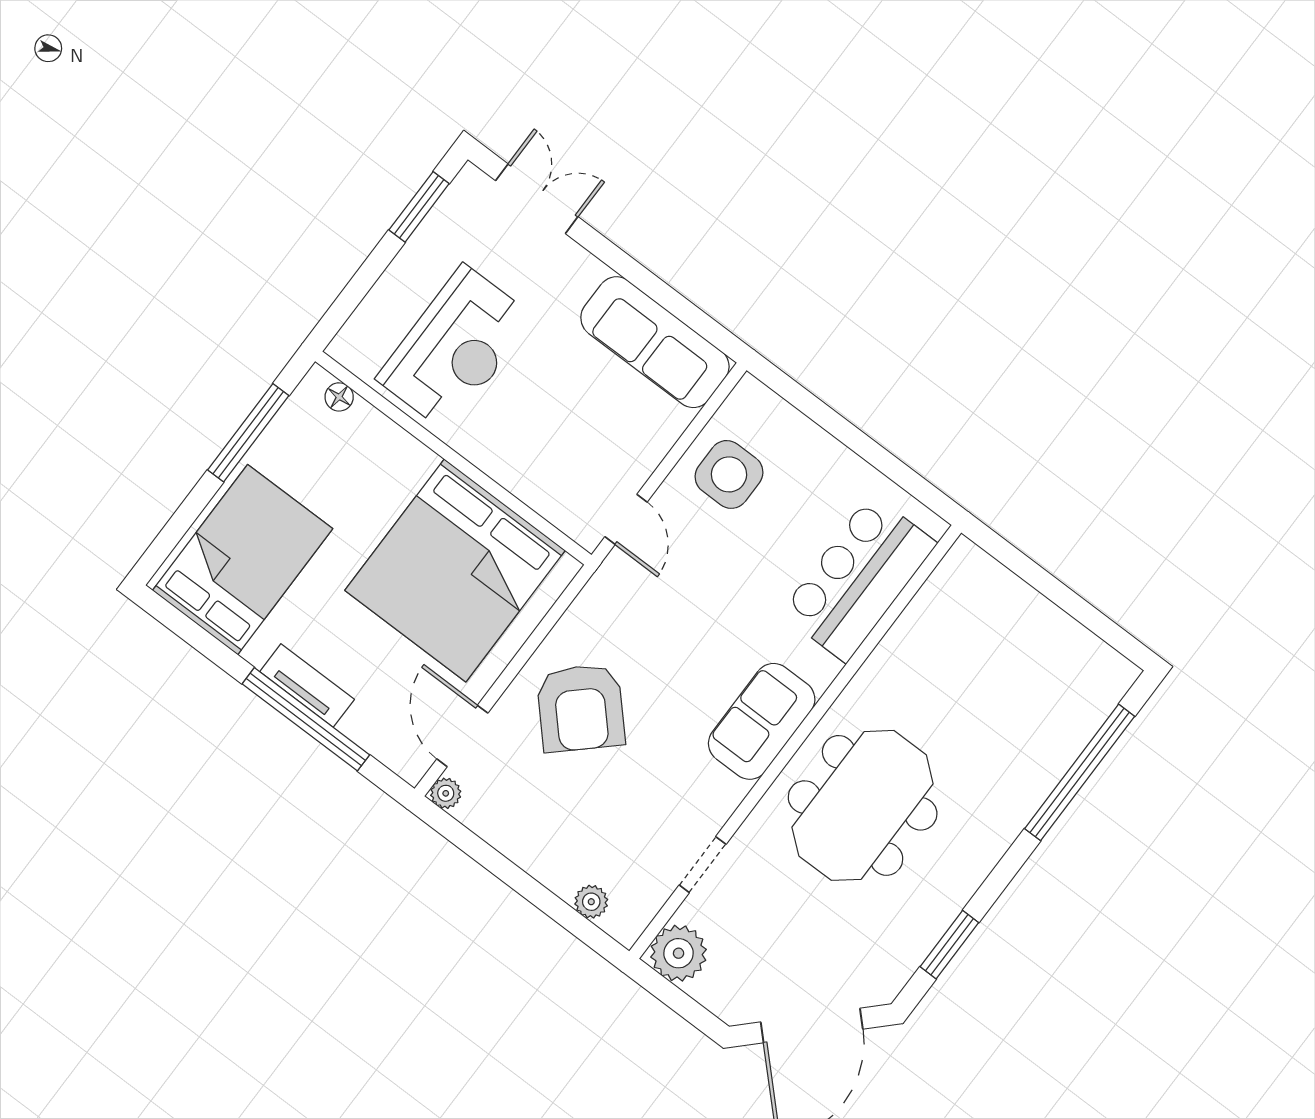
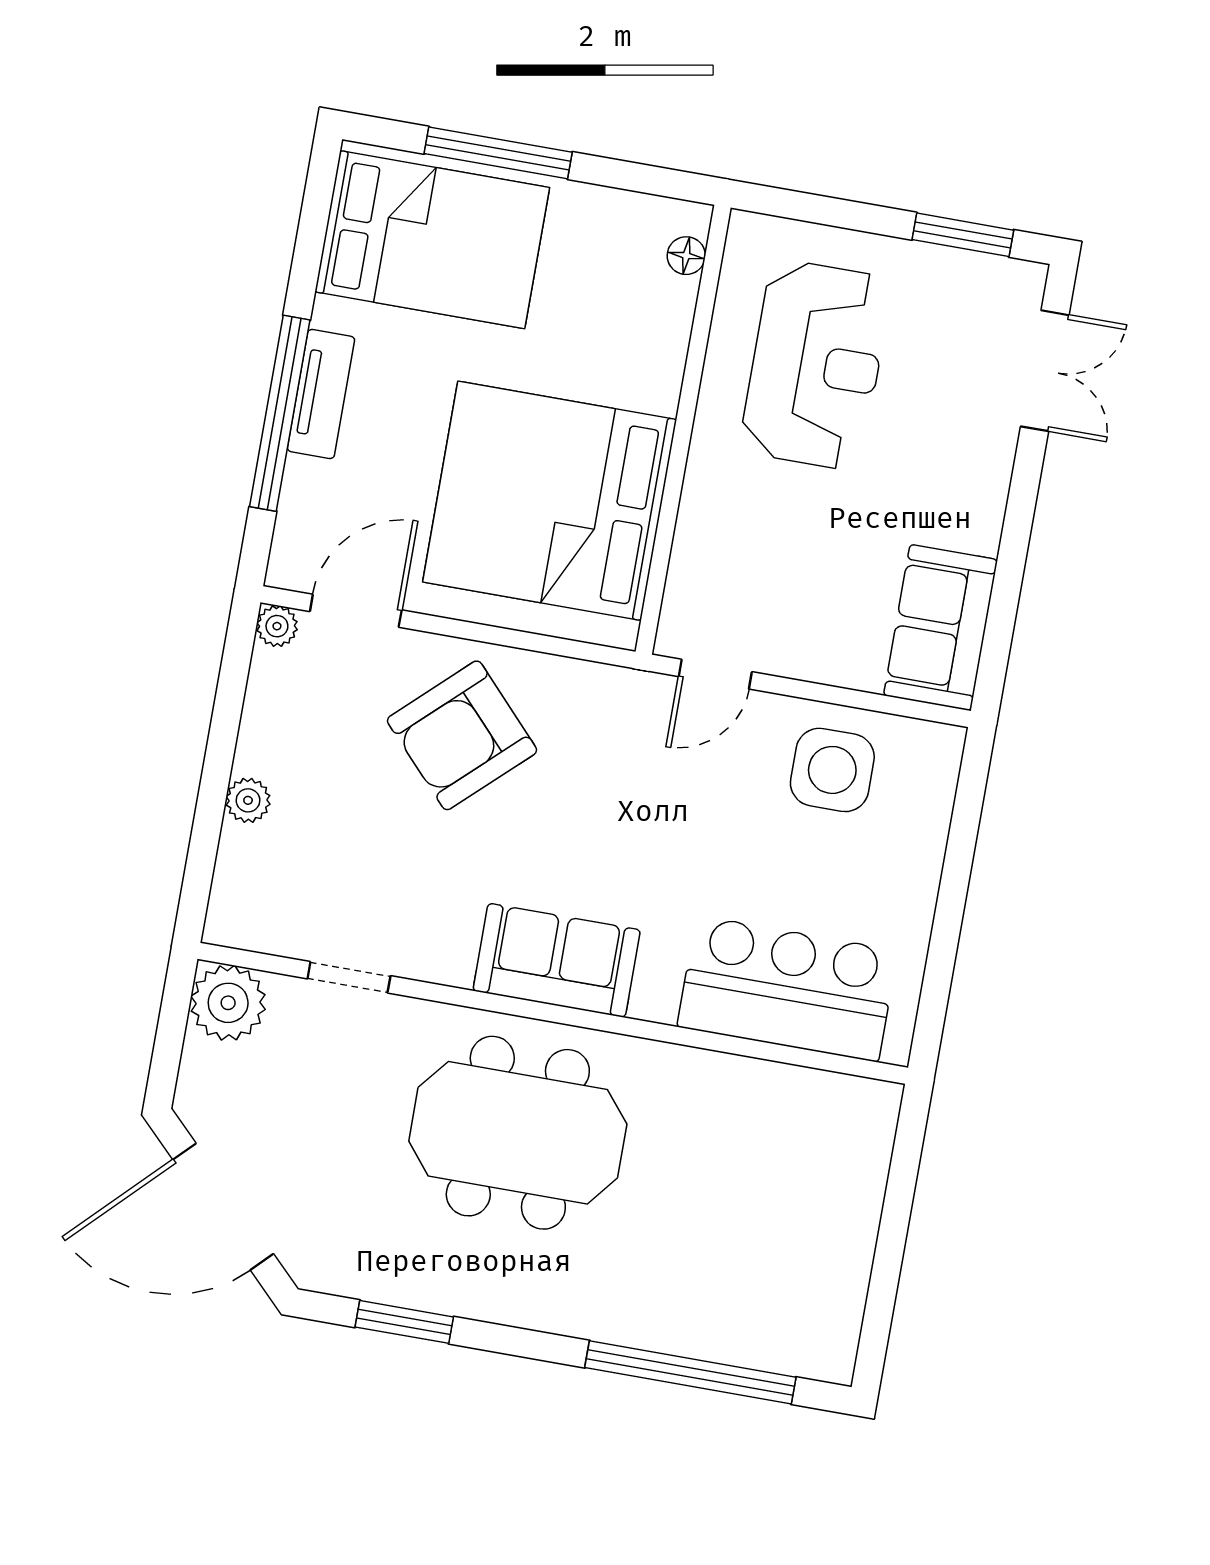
sofa: (655, 342) -> (941, 628), width x0.73
reception desk: (455, 348) -> (816, 365), turned -90
window: (248, 433) -> (498, 153), moved
plant: (591, 902) -> (248, 800), moved

